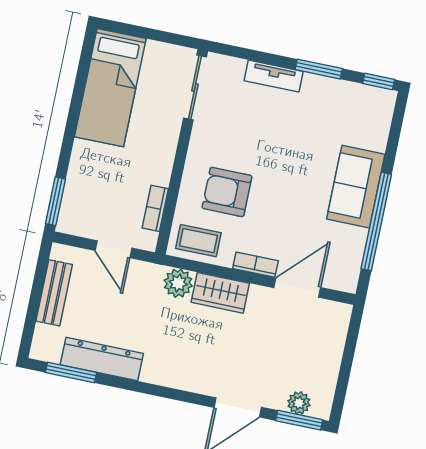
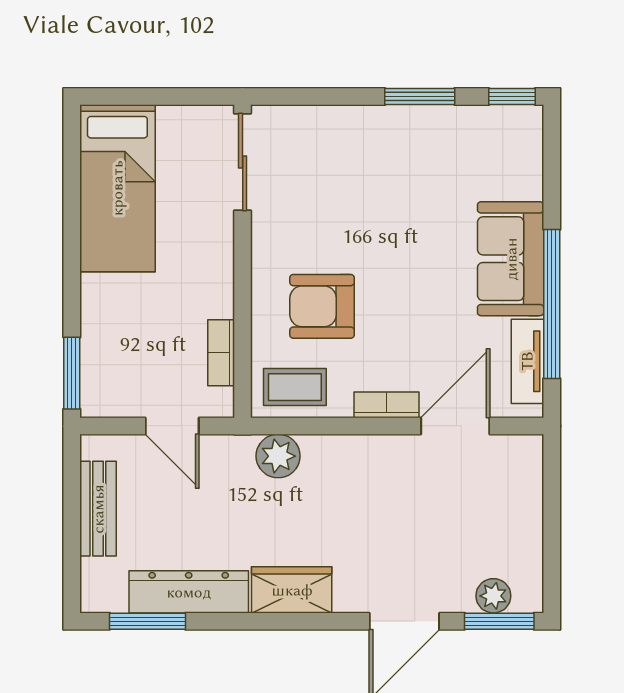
tv unit: (274, 76) -> (527, 361), moved, turned 90
wardrobe: (220, 293) -> (292, 590), moved, turned 180

